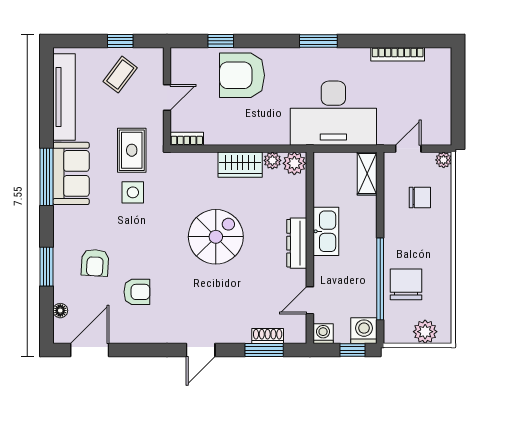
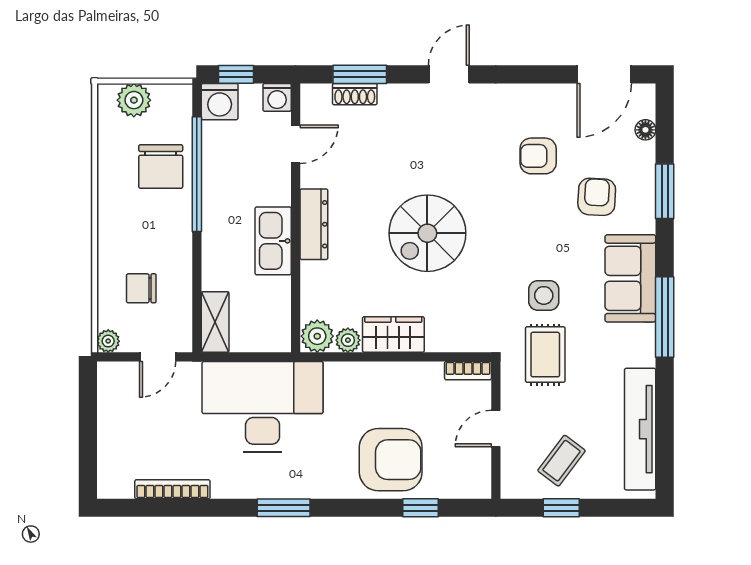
sofa: (71, 173) -> (630, 278), moved

